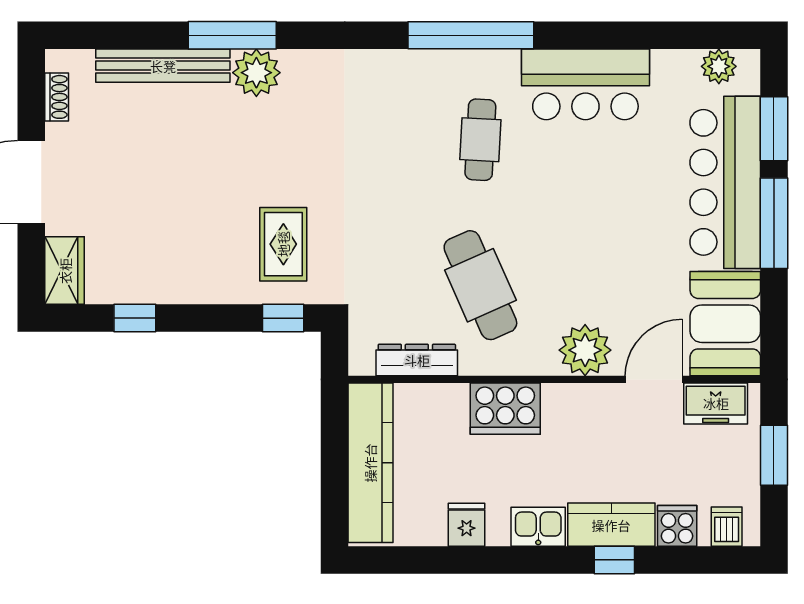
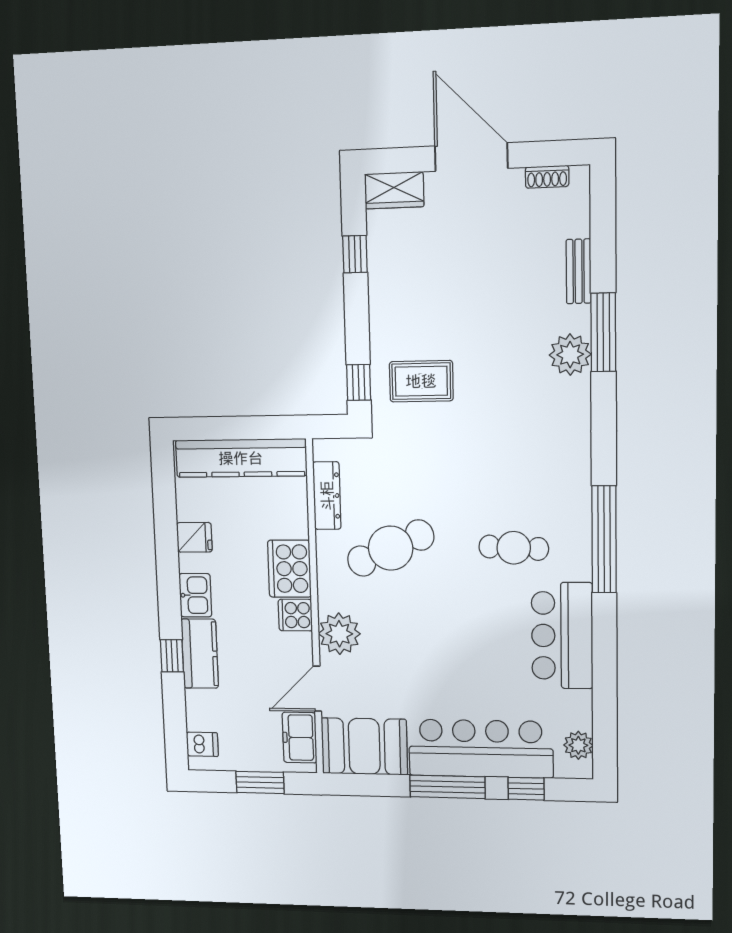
bench: (163, 66) -> (579, 271), width x0.54, depth x0.82
window: (774, 129) -> (526, 789), width x0.67
door: (654, 379) -> (317, 689), swing flipped
cooker: (677, 526) -> (295, 615), moved, turned 180

